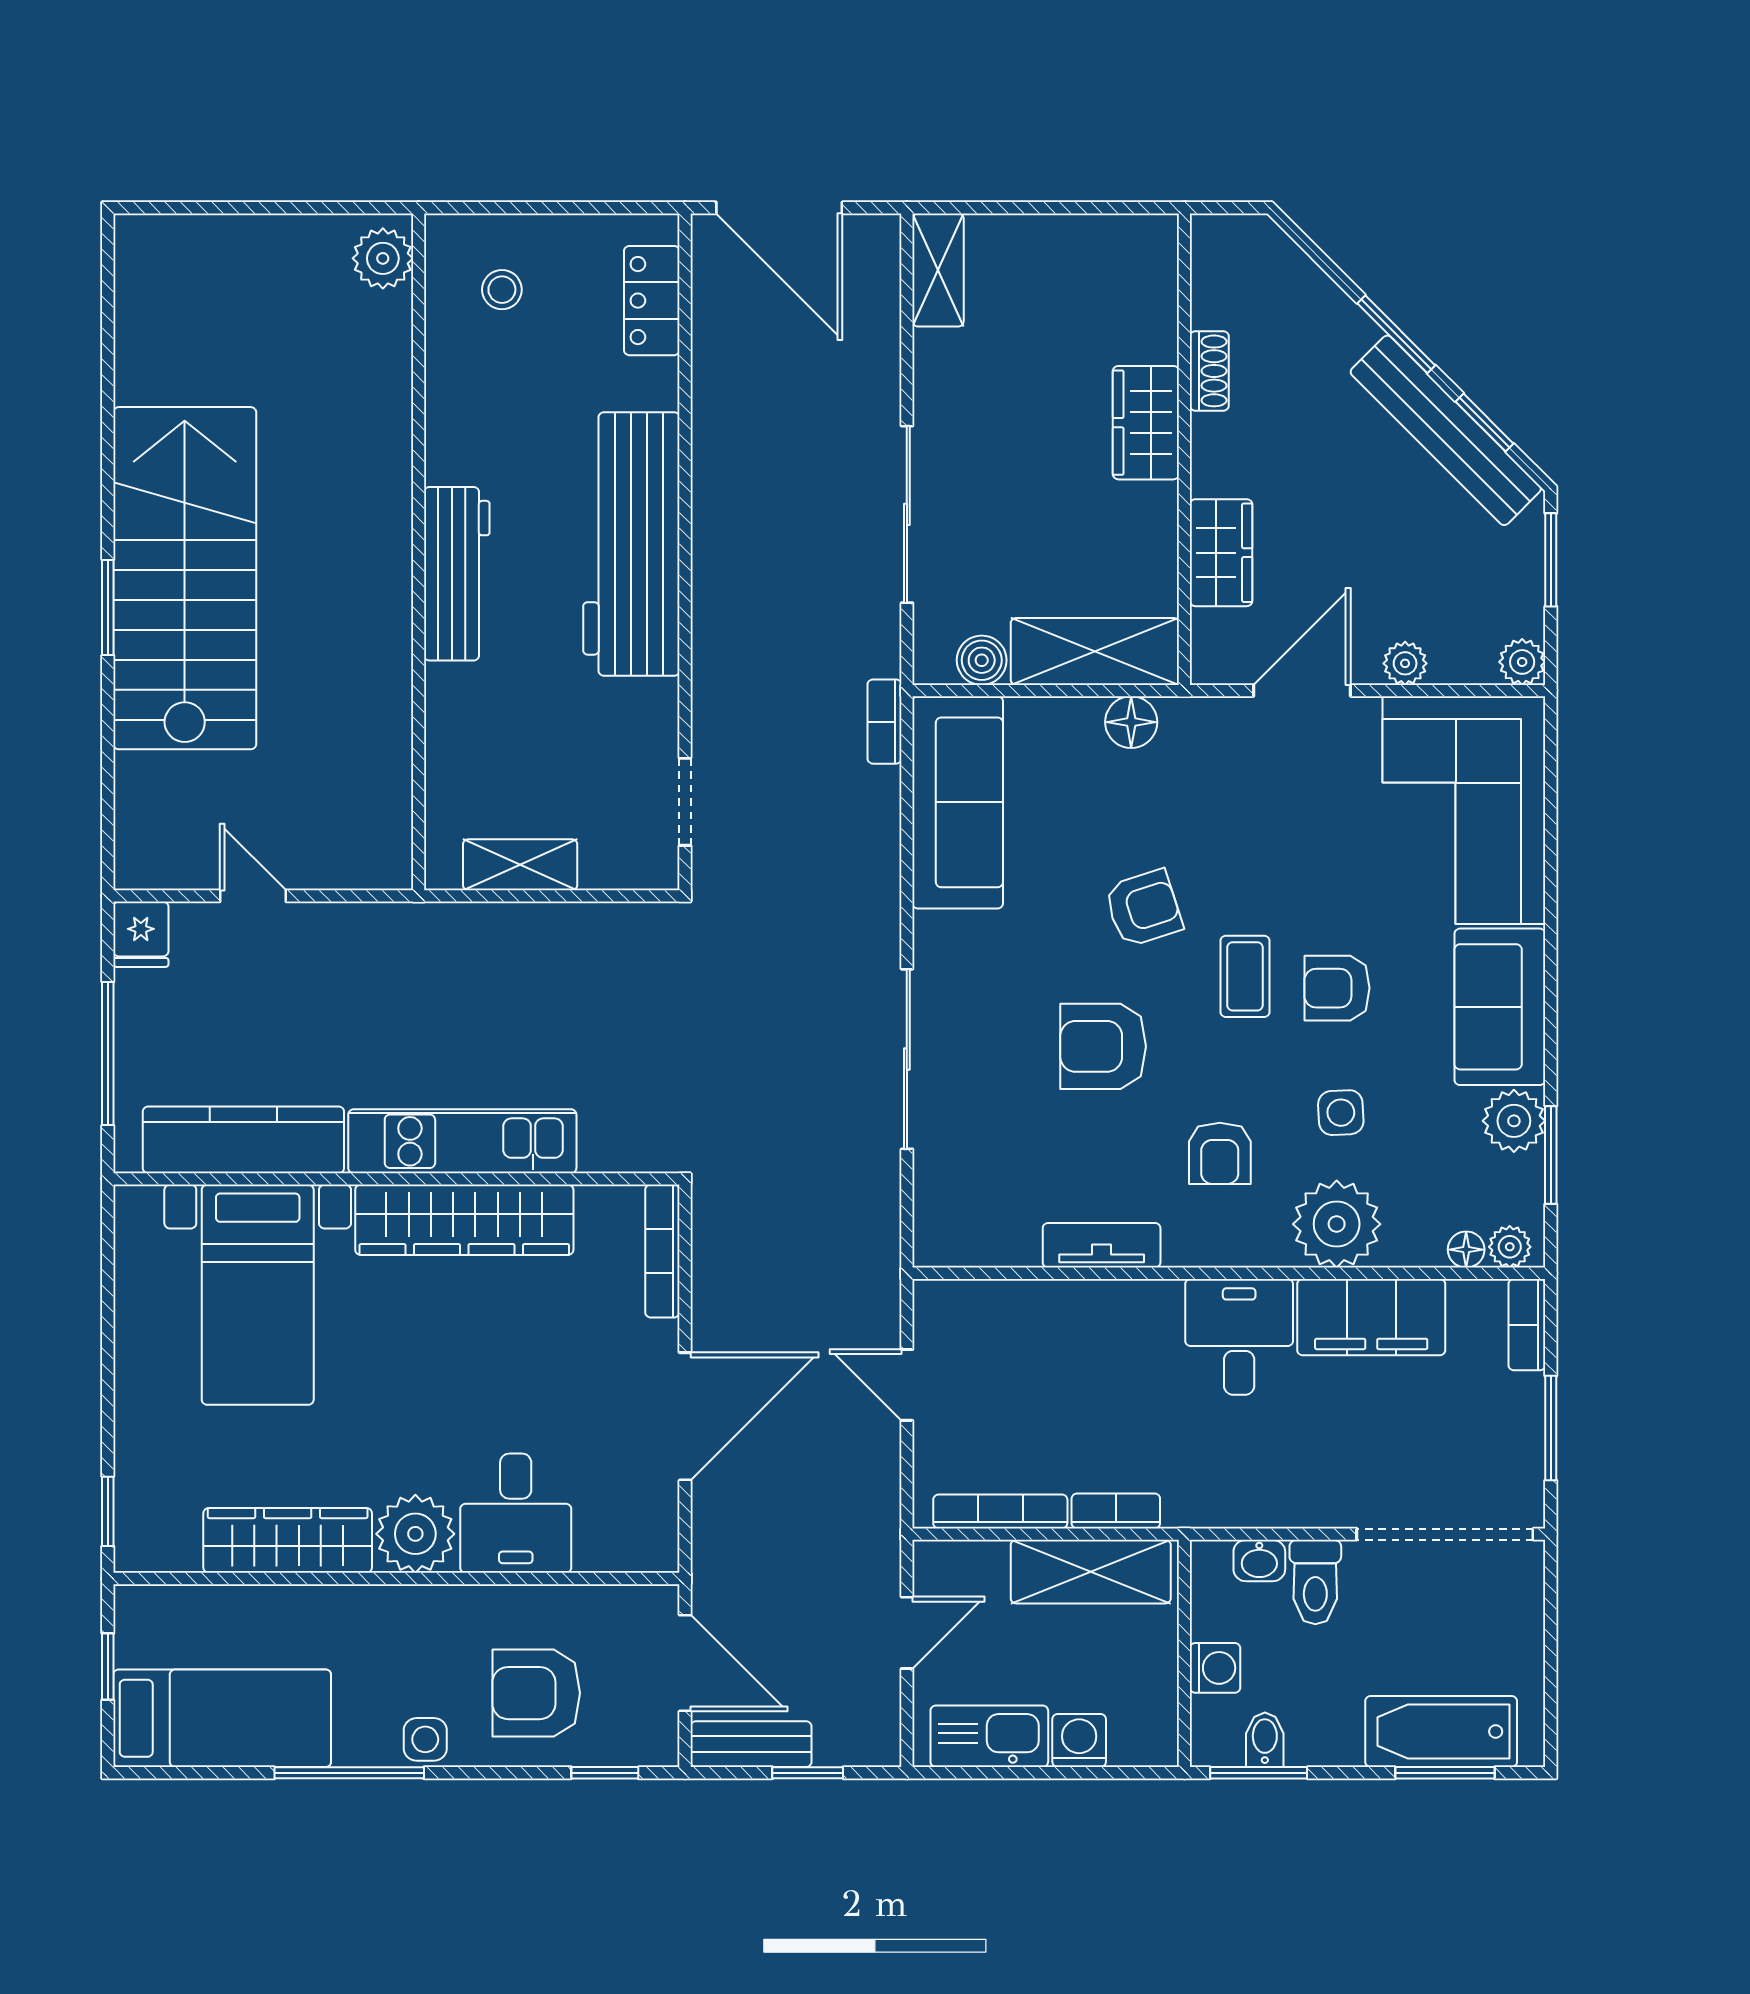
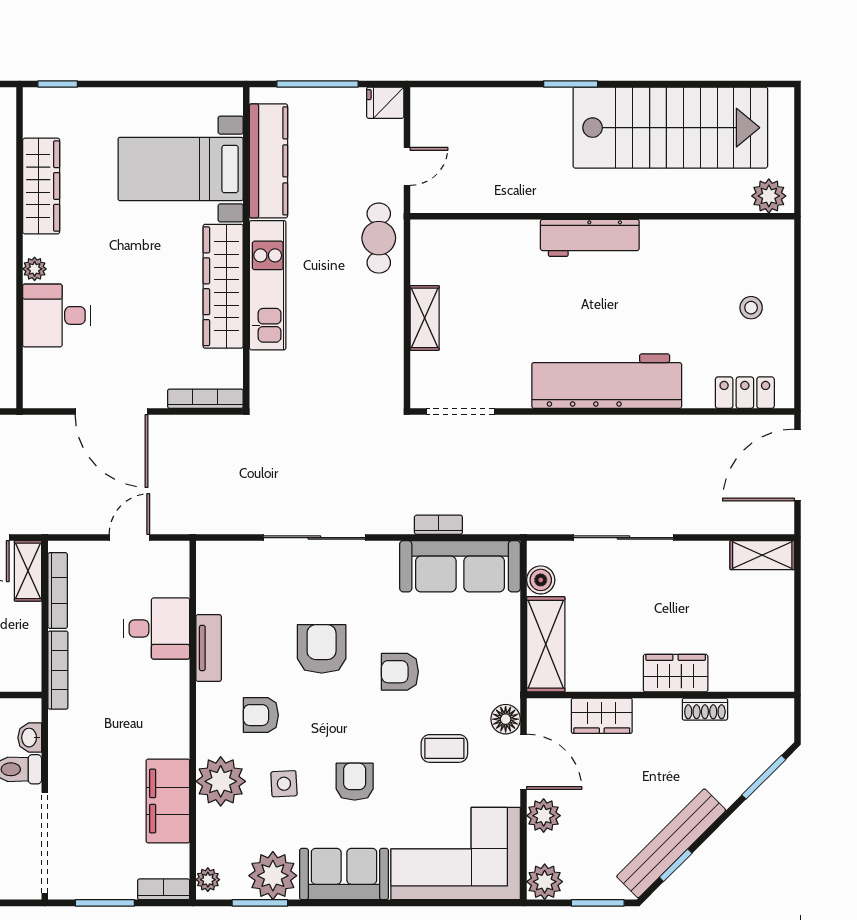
plant: (383, 258) -> (769, 196), moved
window: (1396, 334) -> (764, 777), moved
wall: (419, 552) -> (602, 216), moved
workbench: (457, 574) -> (590, 238), moved
stairs: (185, 578) -> (670, 128), moved
plant: (1522, 662) -> (545, 882), width x1.38, depth x1.38
plant: (1405, 663) -> (544, 816), width x1.38, depth x1.38
bookcase: (884, 722) -> (438, 525), moved
floor lamp: (1131, 722) -> (506, 719), moved
doorway: (685, 802) -> (460, 412), width x1.38
armchair: (1143, 908) -> (400, 672), turned 108
cafe table: (379, 946) -> (379, 238), added
coffee table: (1245, 976) -> (444, 748), moved
plant: (1514, 1121) -> (273, 876), width x1.36, depth x1.36
floor lamp: (1466, 1250) -> (206, 855), removed
desk: (1239, 1337) -> (157, 629), moved
bookcase: (1116, 1511) -> (58, 670), width x1.56
plant: (415, 1534) -> (35, 269), width x0.53, depth x0.53
shelving: (1091, 1572) -> (28, 571), moved, width x0.67, depth x0.75

